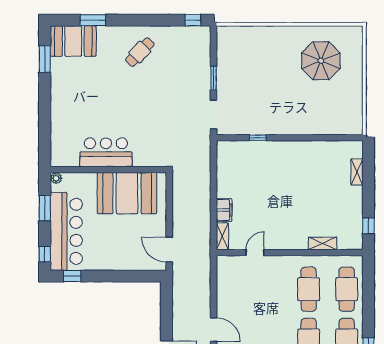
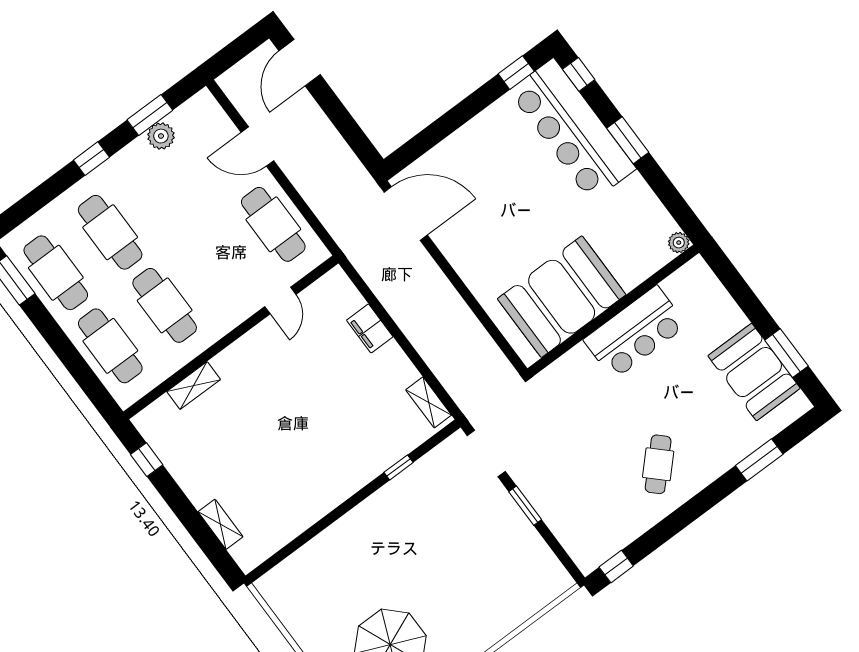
booth: (73, 41) -> (754, 372), moved, turned 90
bar counter: (106, 152) -> (635, 333), moved
wall: (108, 170) -> (613, 311), moved
plant: (56, 178) -> (679, 243), moved
booth: (127, 193) -> (562, 297), moved
shelving: (222, 236) -> (429, 402), moved
door: (169, 250) -> (406, 213), width x1.36
cafe table: (233, 289) -> (273, 224), added

